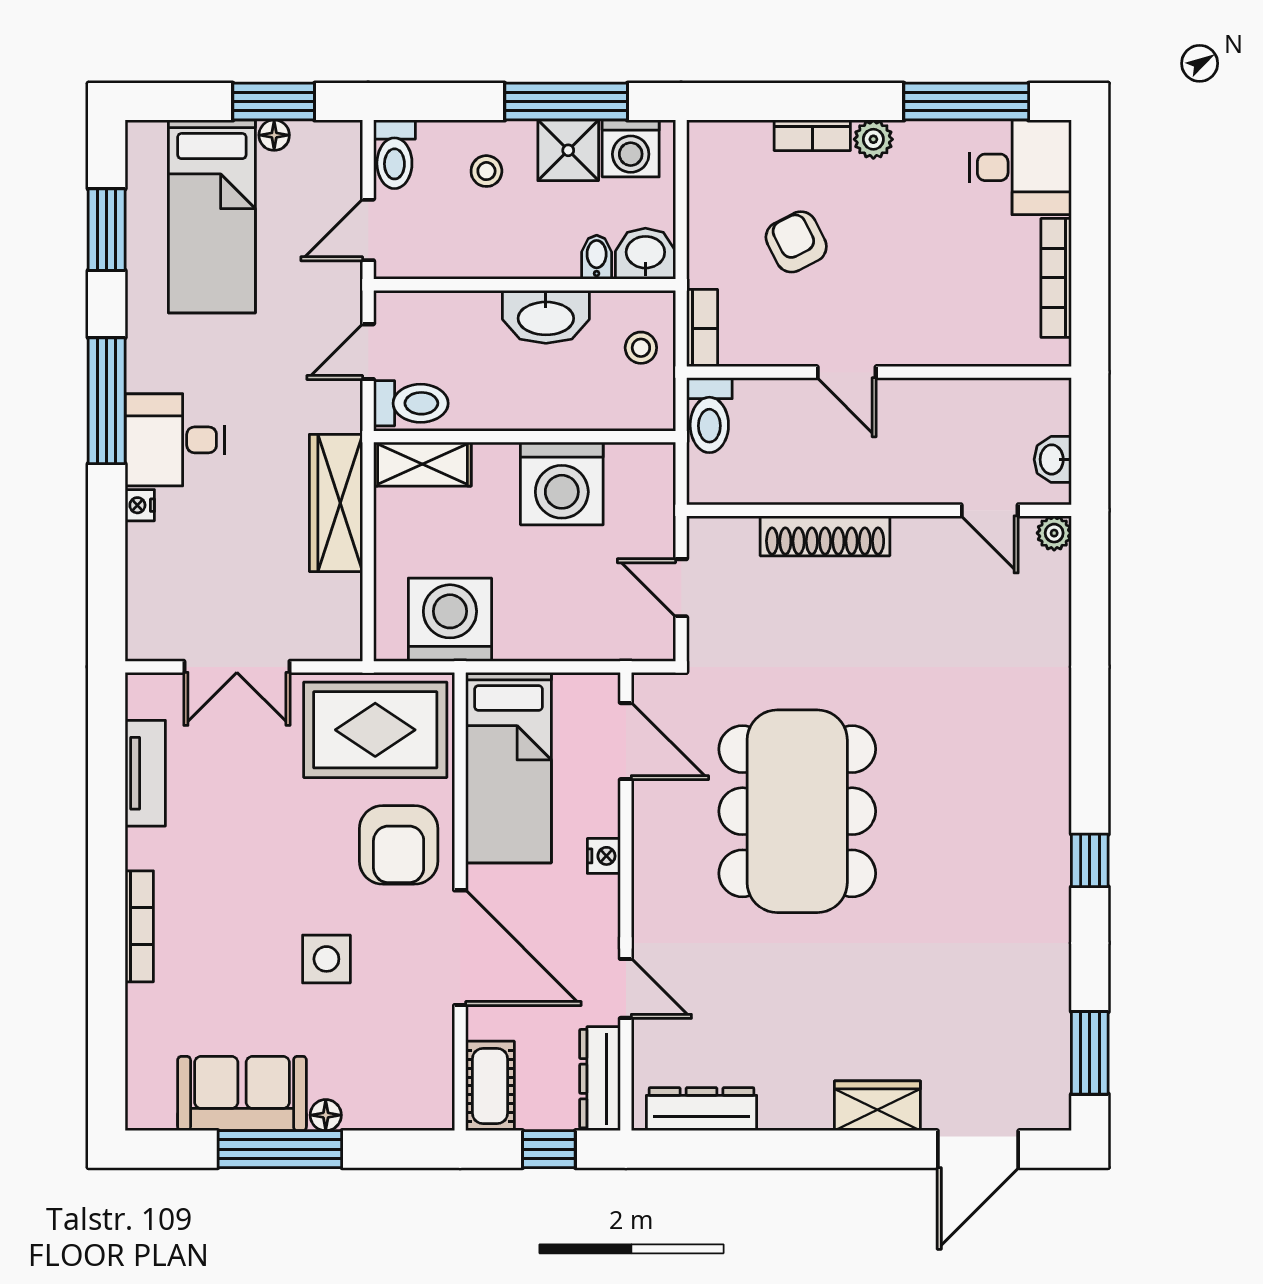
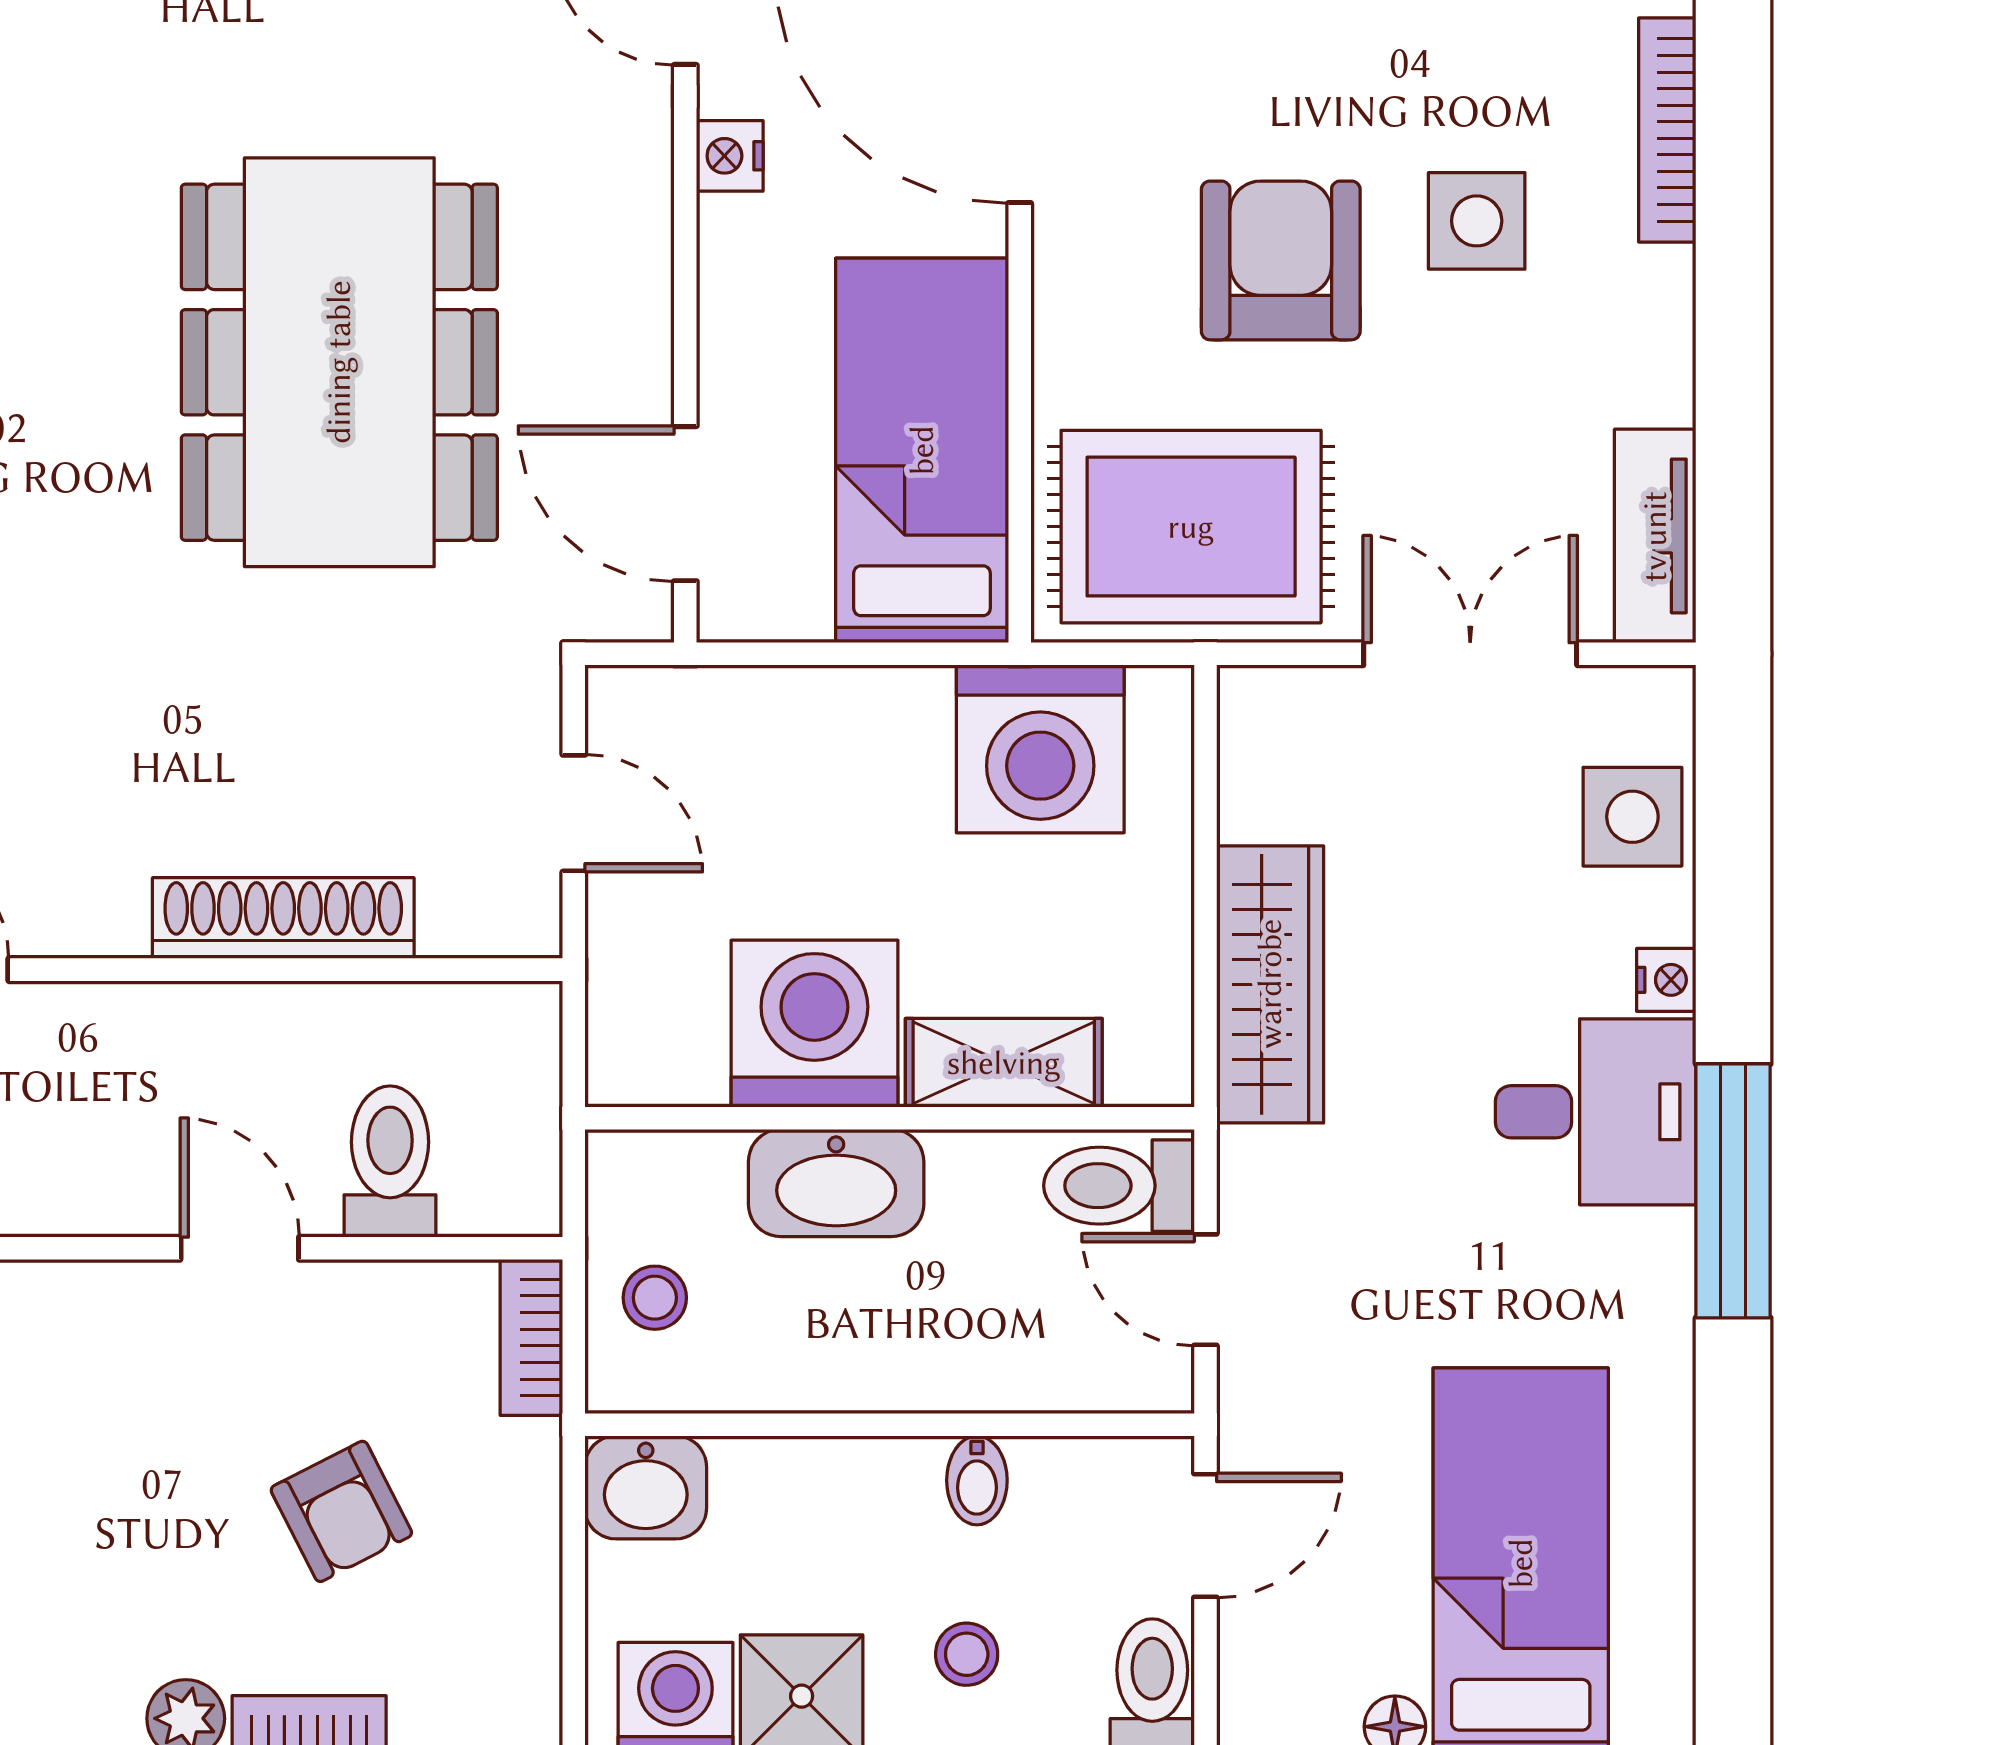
window: (107, 230) -> (1733, 1536), removed
bidet: (597, 257) -> (977, 1480), moved
washbasin: (546, 317) -> (836, 1183), moved, turned 180
door: (368, 352) -> (1205, 1290), swing flipped
toilet: (709, 415) -> (390, 1162), moved
shelving: (422, 464) -> (1004, 1063), moved
side table: (157, 586) -> (1632, 817), added
tv unit: (145, 773) -> (1655, 536), moved
armchair: (399, 845) -> (1281, 260), moved
nightstand: (604, 856) -> (730, 156), moved
side table: (326, 959) -> (1477, 221), moved

